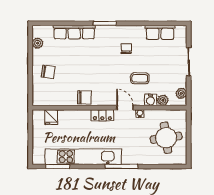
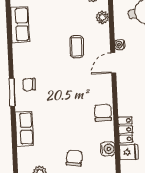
row of seats: (74, 32) -> (24, 129), width x0.68
chair: (126, 49) -> (29, 84), moved
water cooler: (151, 100) -> (108, 149), moved
locker: (102, 115) -> (126, 130), moved

